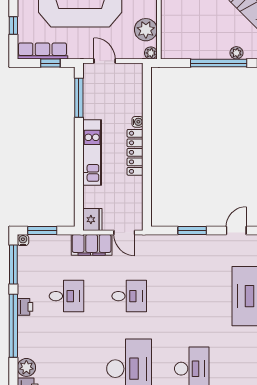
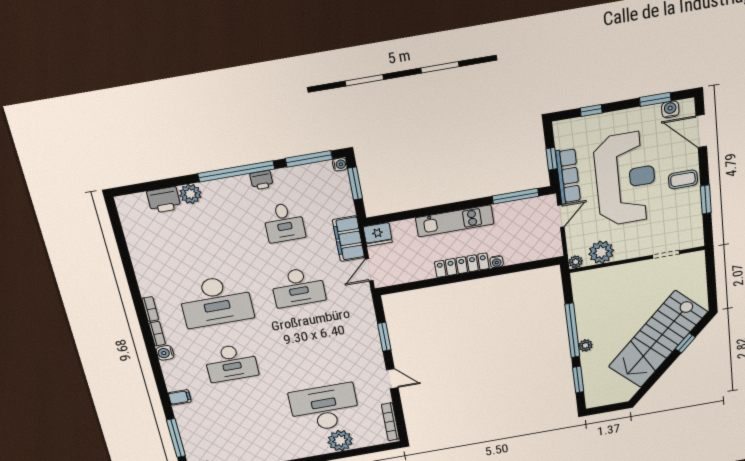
row of seats: (42, 51) -> (568, 176), moved
desk: (129, 296) -> (298, 287), width x1.37

